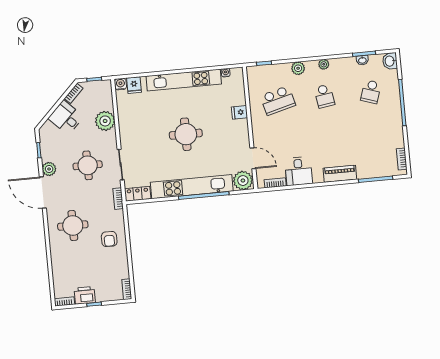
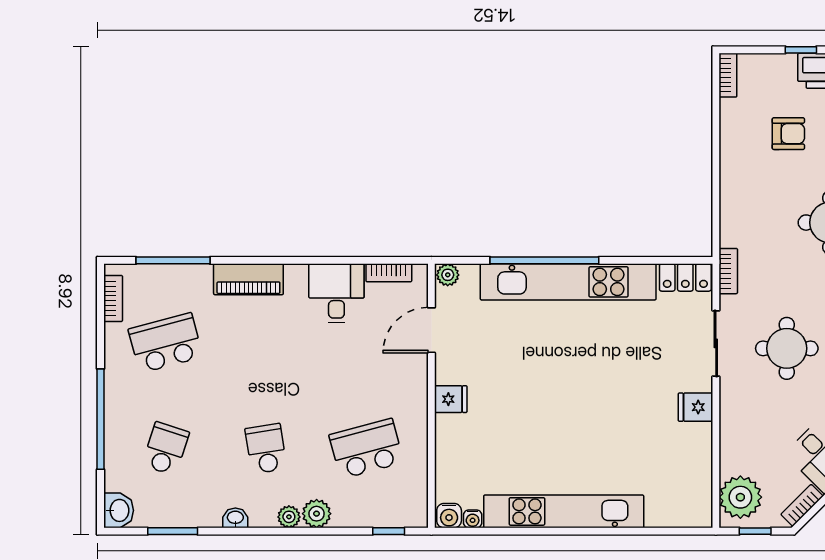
washbasin: (362, 60) -> (235, 518), moved
plant: (324, 64) -> (289, 517), moved
water cooler: (121, 84) -> (449, 516), moved
fridge: (134, 85) -> (695, 407), moved, turned -90
fridge: (240, 112) -> (451, 399), moved
plant: (105, 121) -> (740, 497), moved
round table: (186, 134) -> (570, 395), removed
school desk: (375, 141) -> (166, 343), added
door: (253, 158) -> (431, 330), hinge flipped
plant: (243, 181) -> (448, 275), width x0.53, depth x0.53
armchair: (109, 239) -> (788, 134), moved, turned 90

